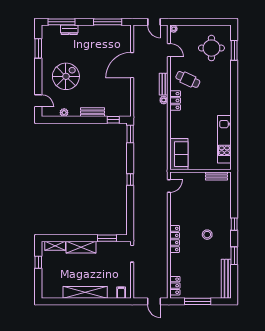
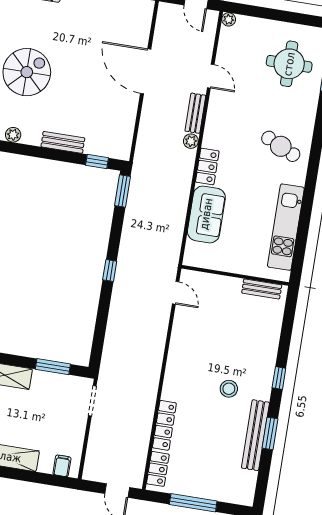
door: (169, 50) -> (211, 76), moved
door: (132, 65) -> (146, 71), hinge flipped
cafe table: (188, 79) -> (281, 146), moved
locker: (175, 101) -> (207, 167), moved
sofa: (179, 154) -> (206, 214), moved
door: (169, 186) -> (176, 293), hinge flipped
locker: (175, 239) -> (164, 425), moved
bench: (226, 279) -> (255, 435), moved

